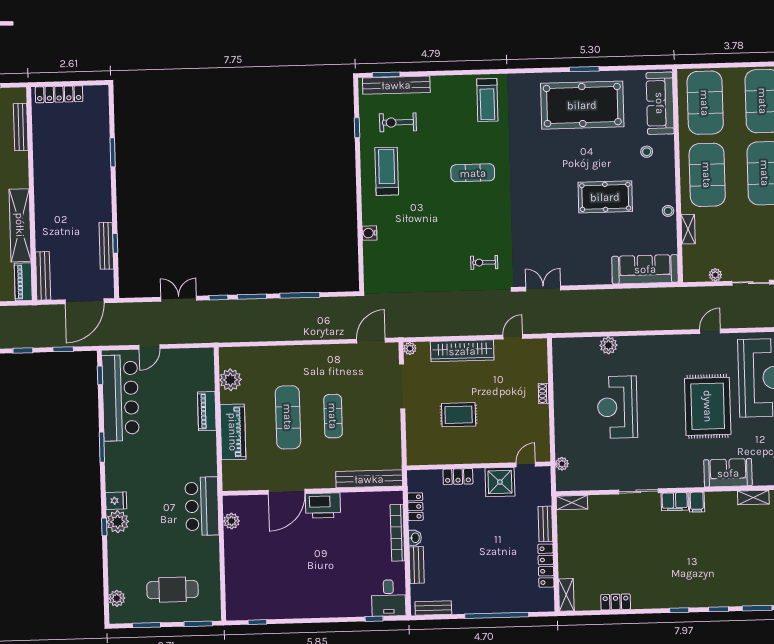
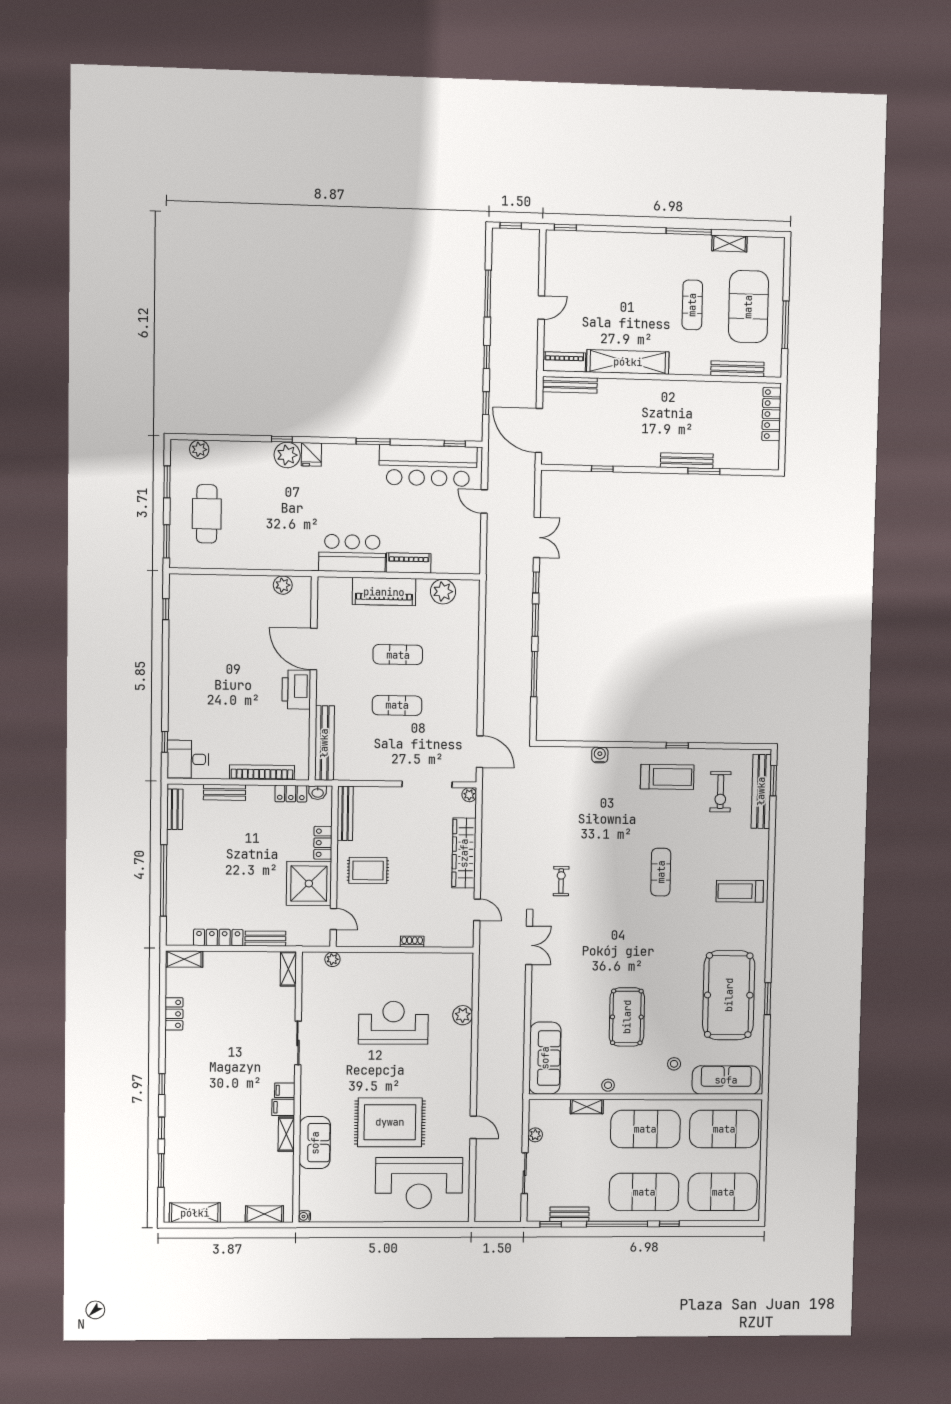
exercise bike: (398, 122) -> (720, 792), turned 180
window: (357, 128) -> (677, 745), moved
bench: (106, 246) -> (687, 461), moved
rug: (459, 415) -> (368, 870), moved, turned 90
exercise mat: (288, 417) -> (398, 655), width x0.73, depth x0.69
bench: (431, 458) -> (345, 813), added
shower: (500, 482) -> (309, 884), width x1.37, depth x1.37
shelving: (753, 498) -> (286, 1134), moved
filing cabinet: (675, 502) -> (285, 1090), width x0.50
bar counter: (202, 506) -> (352, 553), moved
washbasin: (415, 538) -> (318, 793), moved

